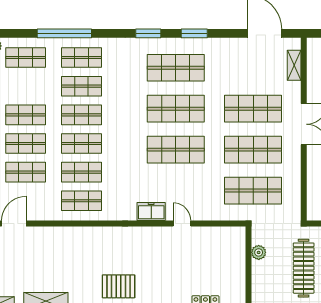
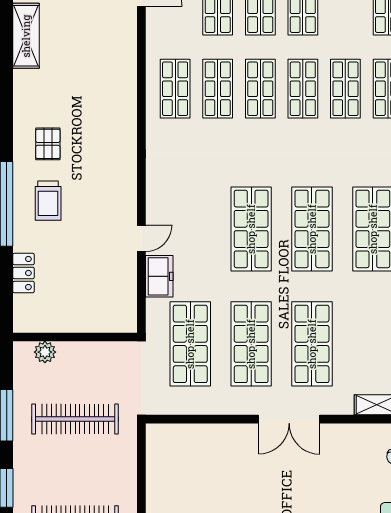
freezer: (151, 211) -> (159, 276), moved
plant: (259, 252) -> (45, 352), moved
pallet: (119, 286) -> (48, 144), width x0.67, depth x0.71
trolley: (157, 286) -> (48, 201), added

